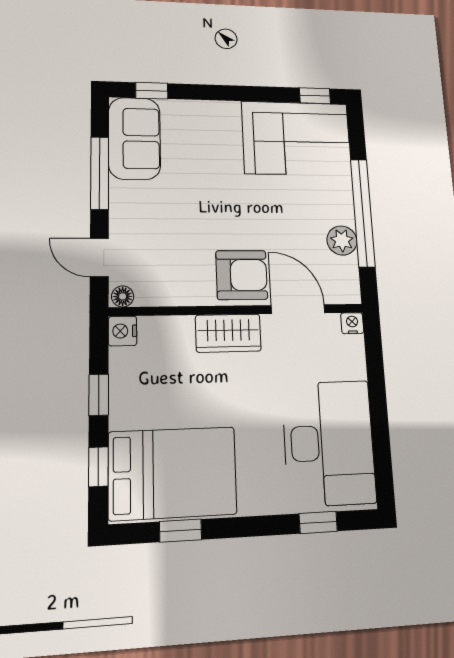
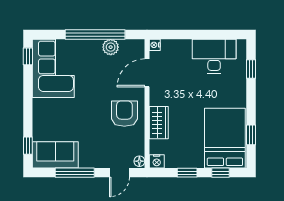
armchair: (242, 275) -> (124, 114), moved
wardrobe: (228, 333) -> (159, 123), moved
desk: (329, 443) -> (214, 56), width x0.73, depth x0.77

